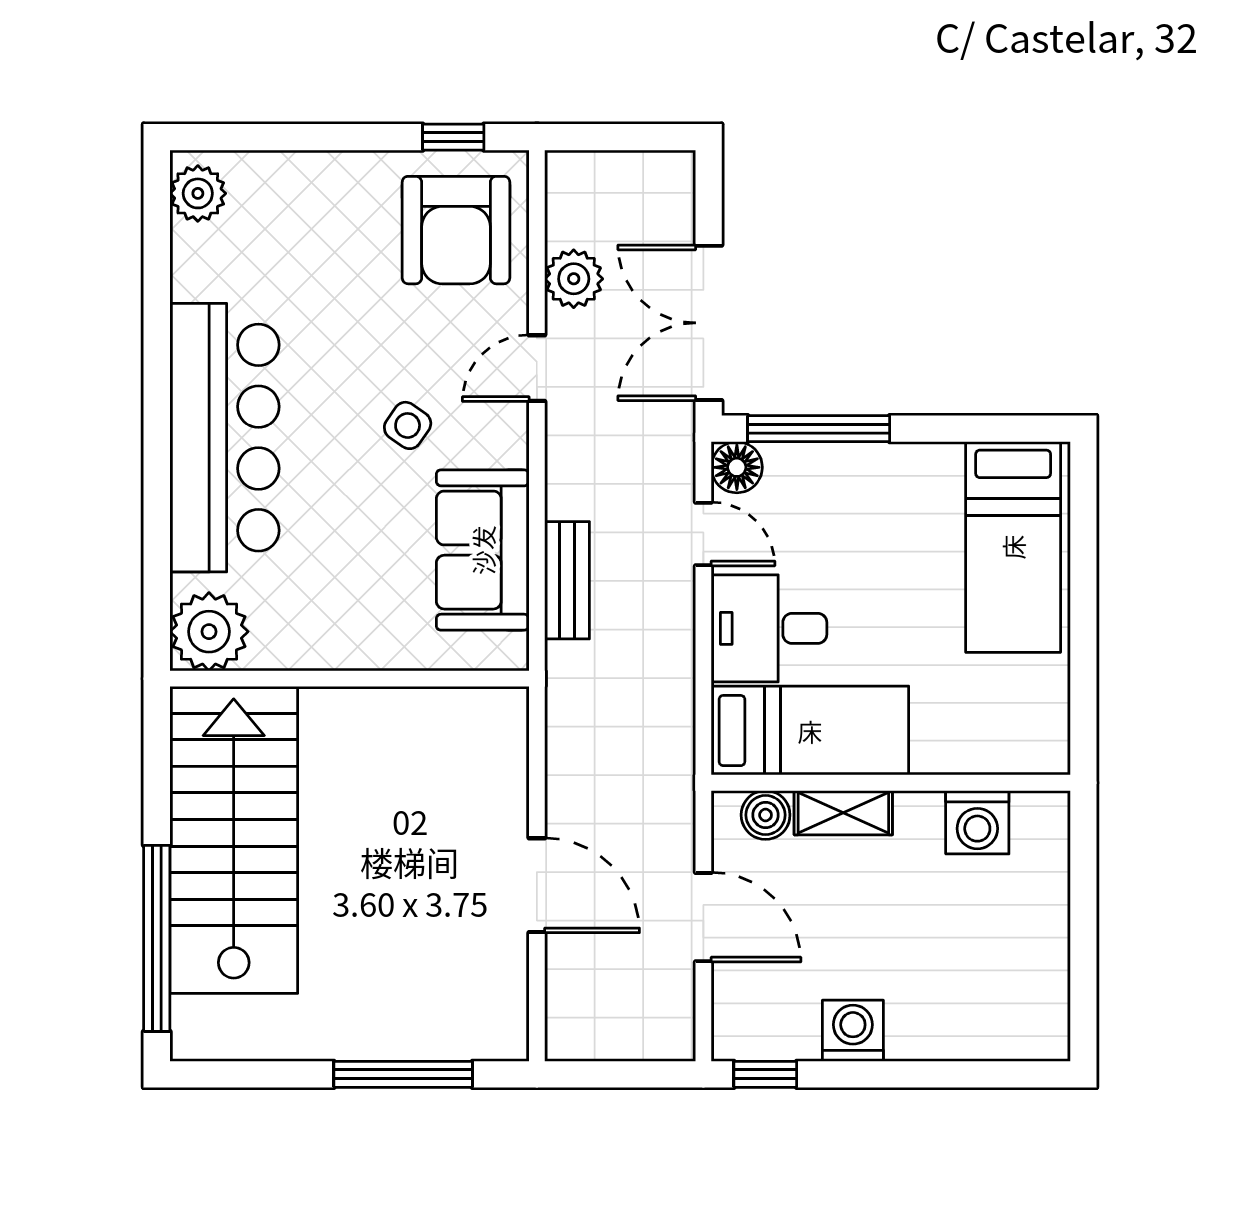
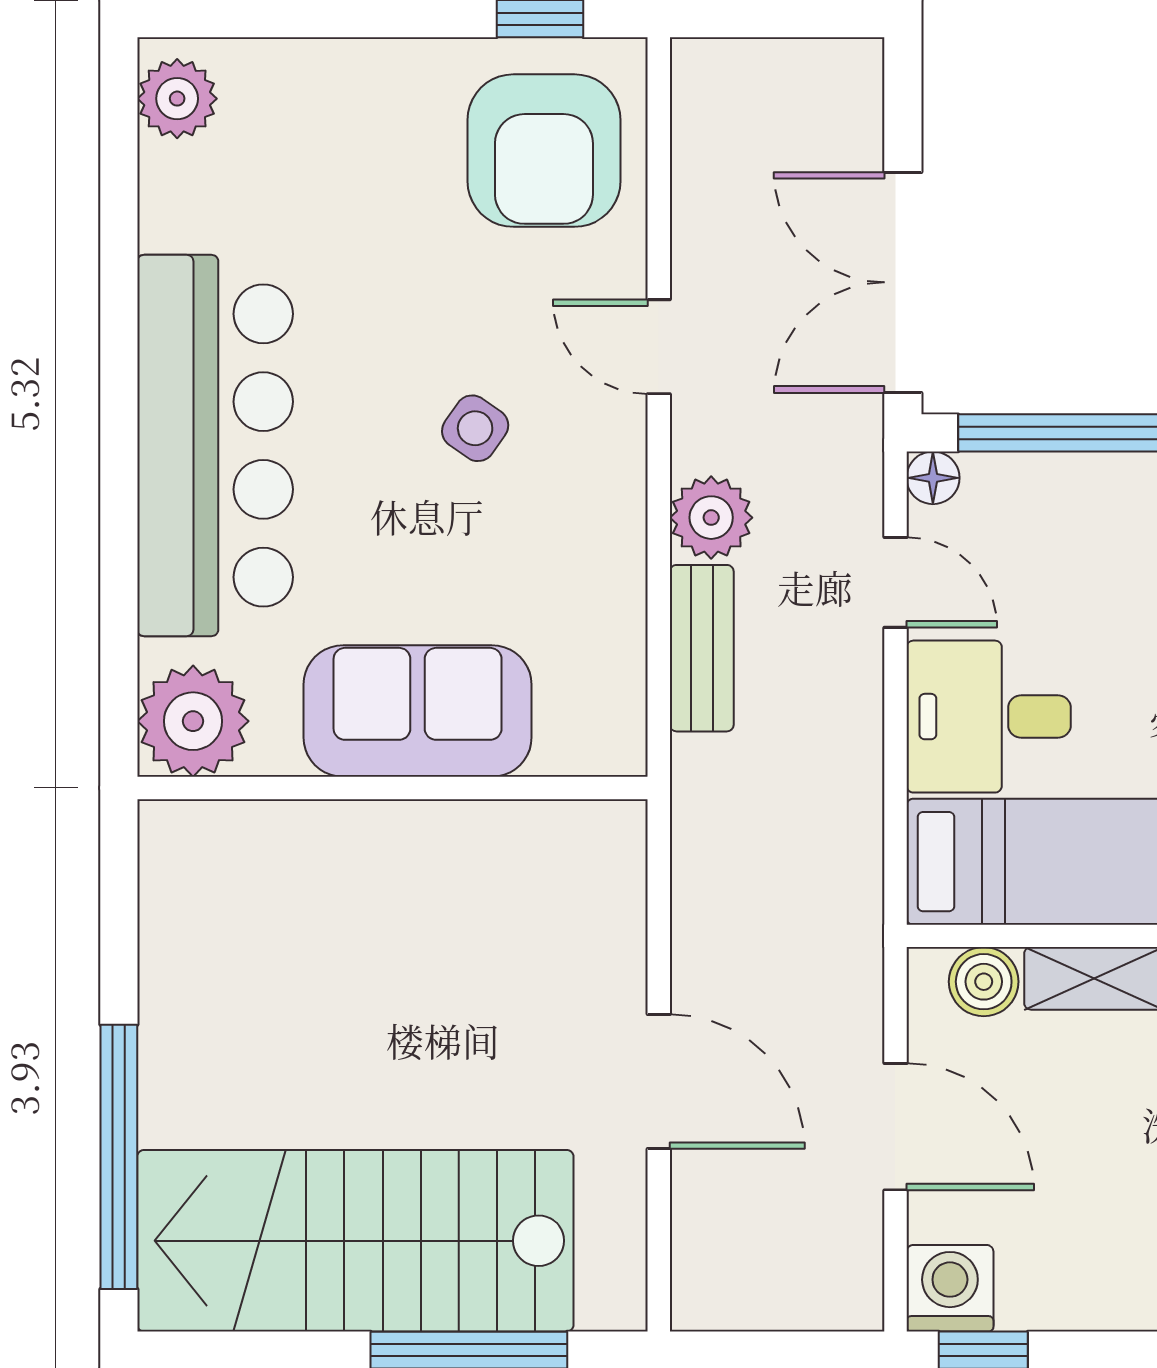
plant: (574, 279) -> (711, 518), moved
door: (537, 368) -> (659, 347), hinge flipped
floor lamp: (737, 467) -> (933, 478), width x0.73, depth x0.73
sofa: (483, 550) -> (418, 711), moved, turned 90
stairs: (234, 840) -> (355, 1241), moved, turned -90
washing machine: (853, 1031) -> (950, 1288), moved

